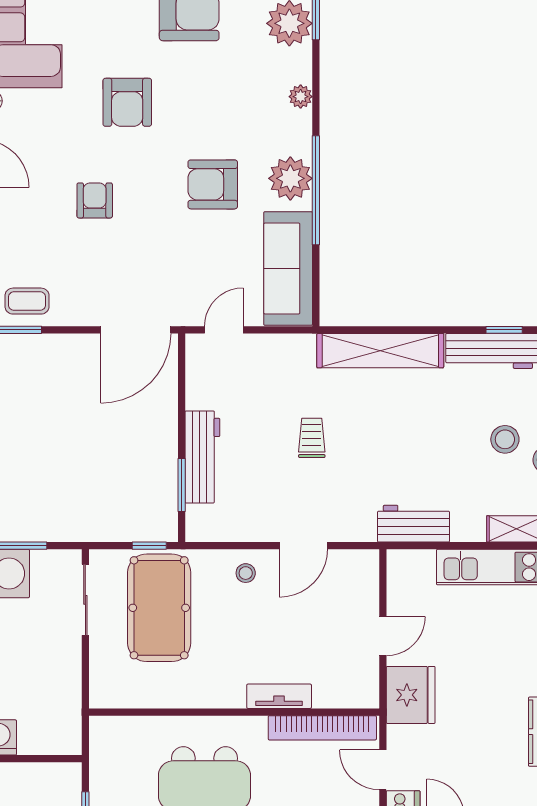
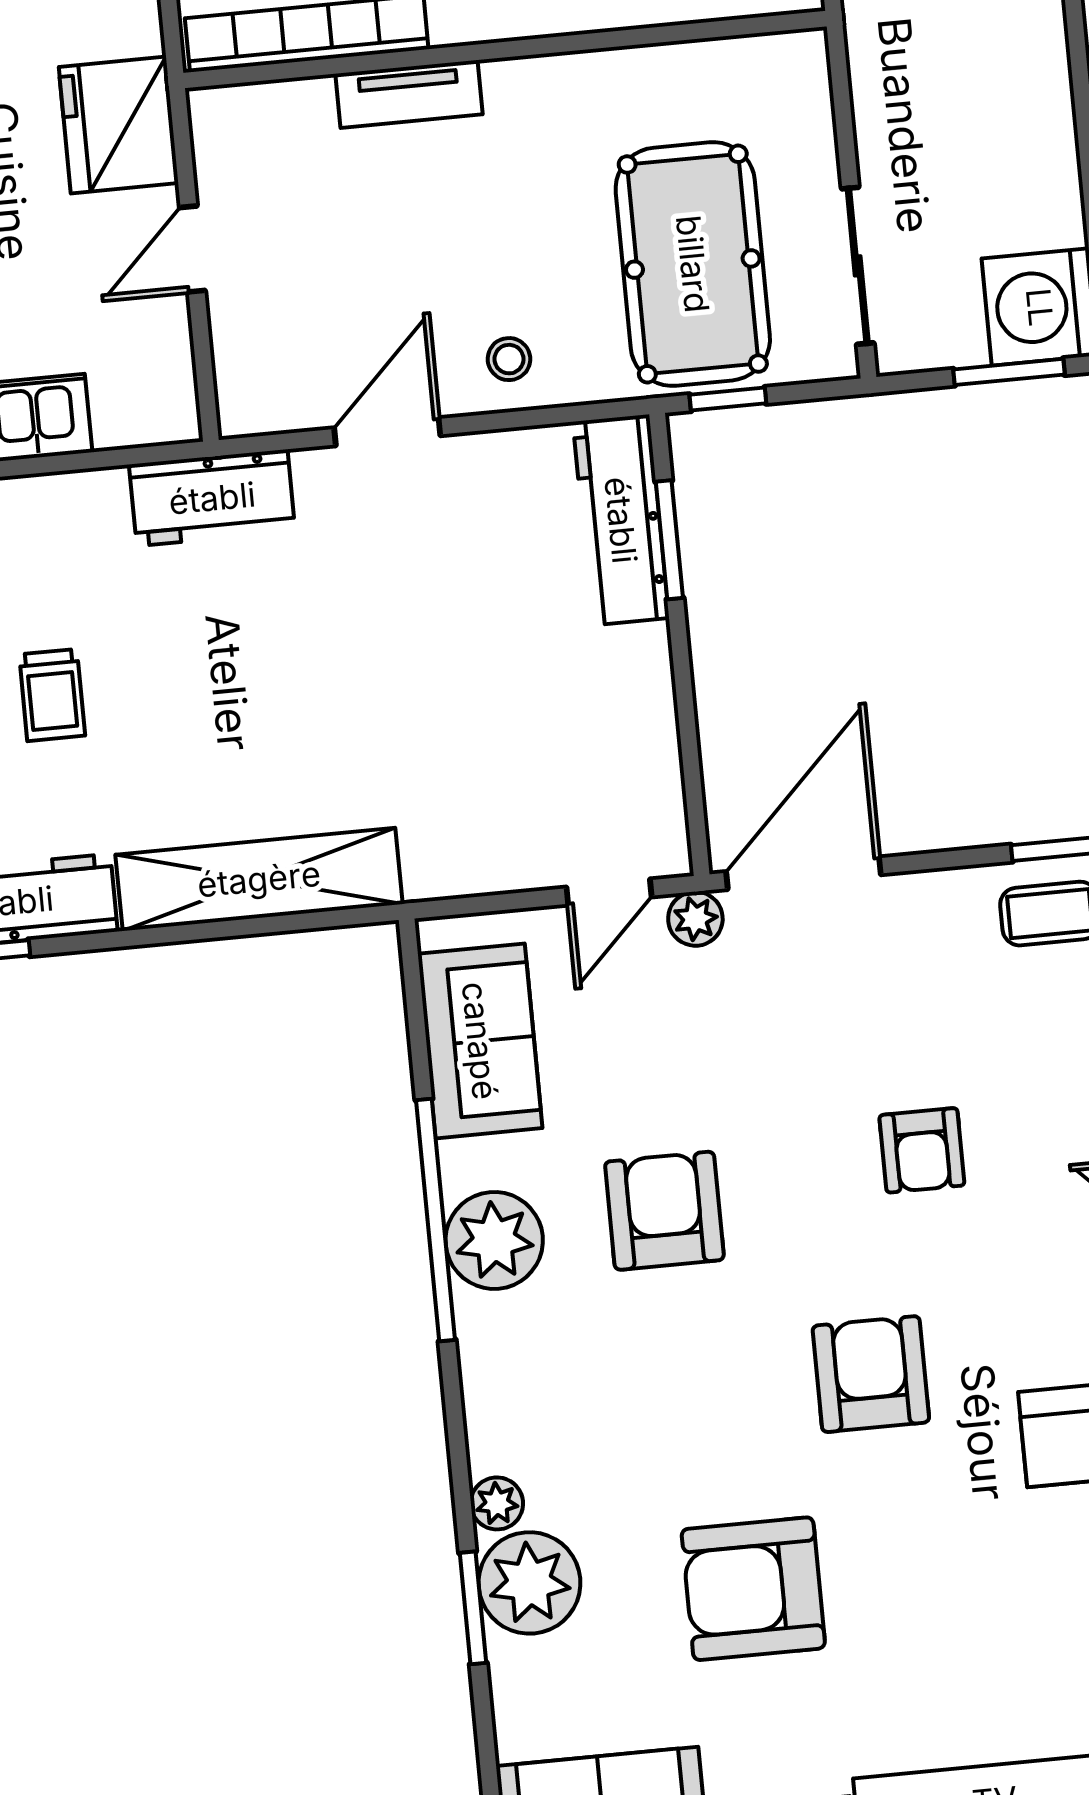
plant: (301, 97) -> (497, 1503), moved
armchair: (213, 184) -> (664, 1211), turned -90
sofa: (288, 269) -> (480, 1041), width x0.73
plant: (186, 314) -> (695, 919), added
trolley: (312, 438) -> (52, 695), moved
workbench: (202, 457) -> (621, 520), moved
workbench: (414, 524) -> (212, 498), moved

